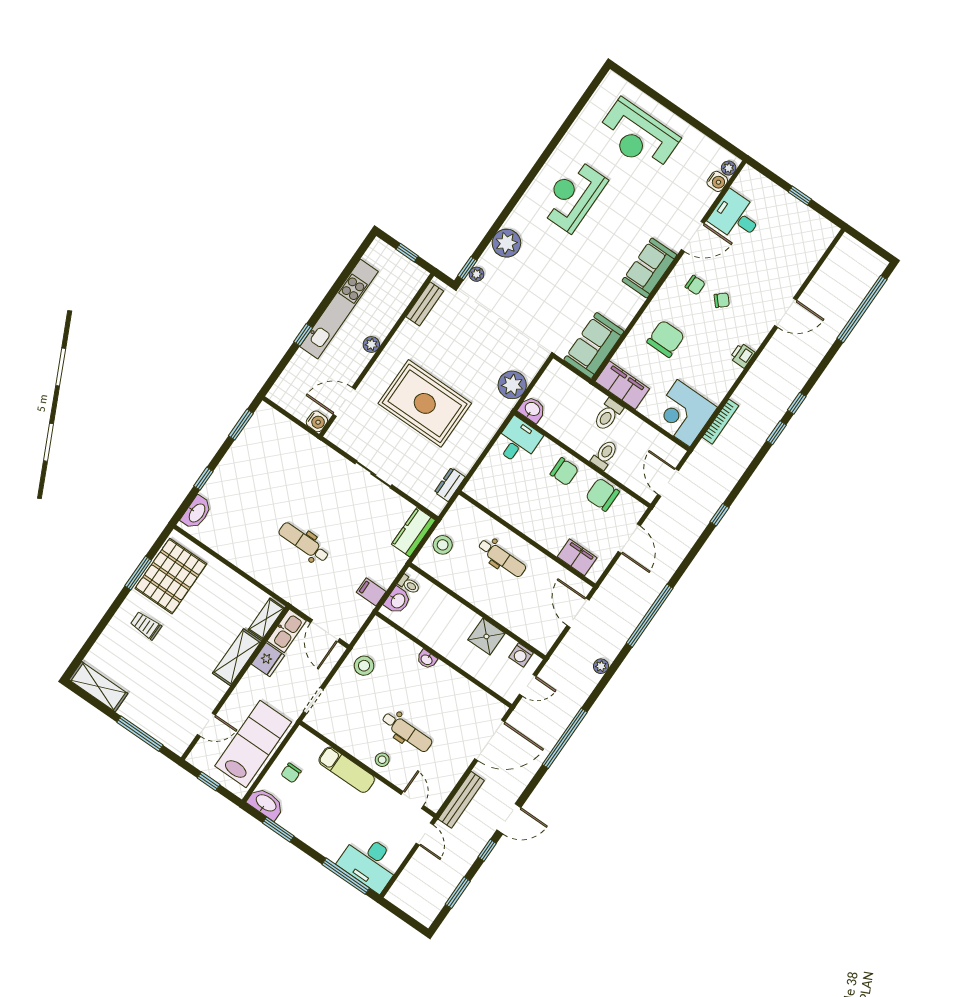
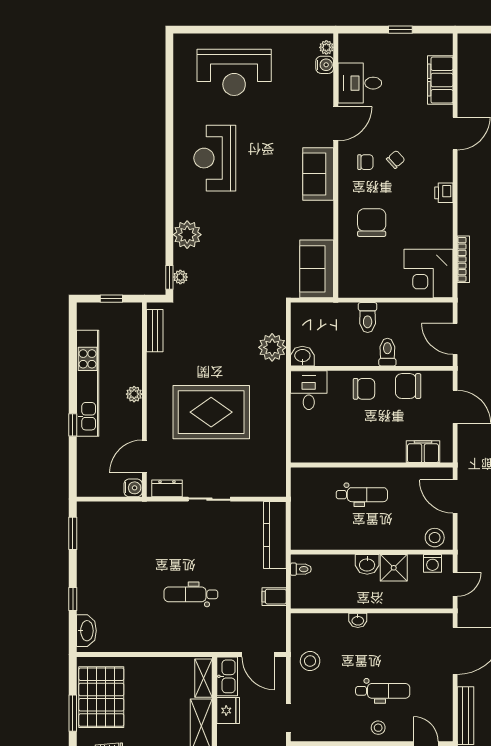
filing cabinet: (622, 385) -> (440, 80), moved, turned -90
dresser: (450, 485) -> (167, 488), moved, turned 90
kitchen counter: (413, 532) -> (275, 535), width x1.50
stool: (443, 545) -> (435, 538), moved
washbasin: (398, 601) -> (367, 564), moved, turned 90

